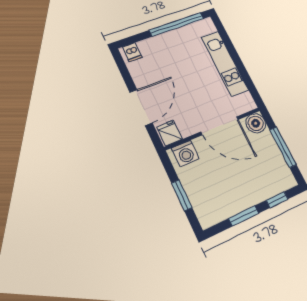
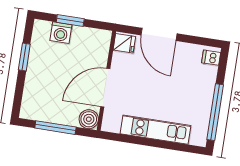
washing machine: (185, 153) -> (61, 33), moved, turned -90
window: (277, 200) -> (19, 92), removed

